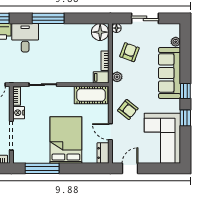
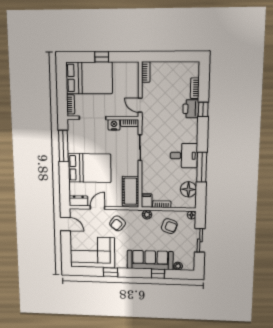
window: (48, 18) -> (202, 167), moved
floor lamp: (100, 32) -> (188, 189), moved
desk: (25, 38) -> (184, 156), moved
window: (185, 91) -> (158, 274), moved

